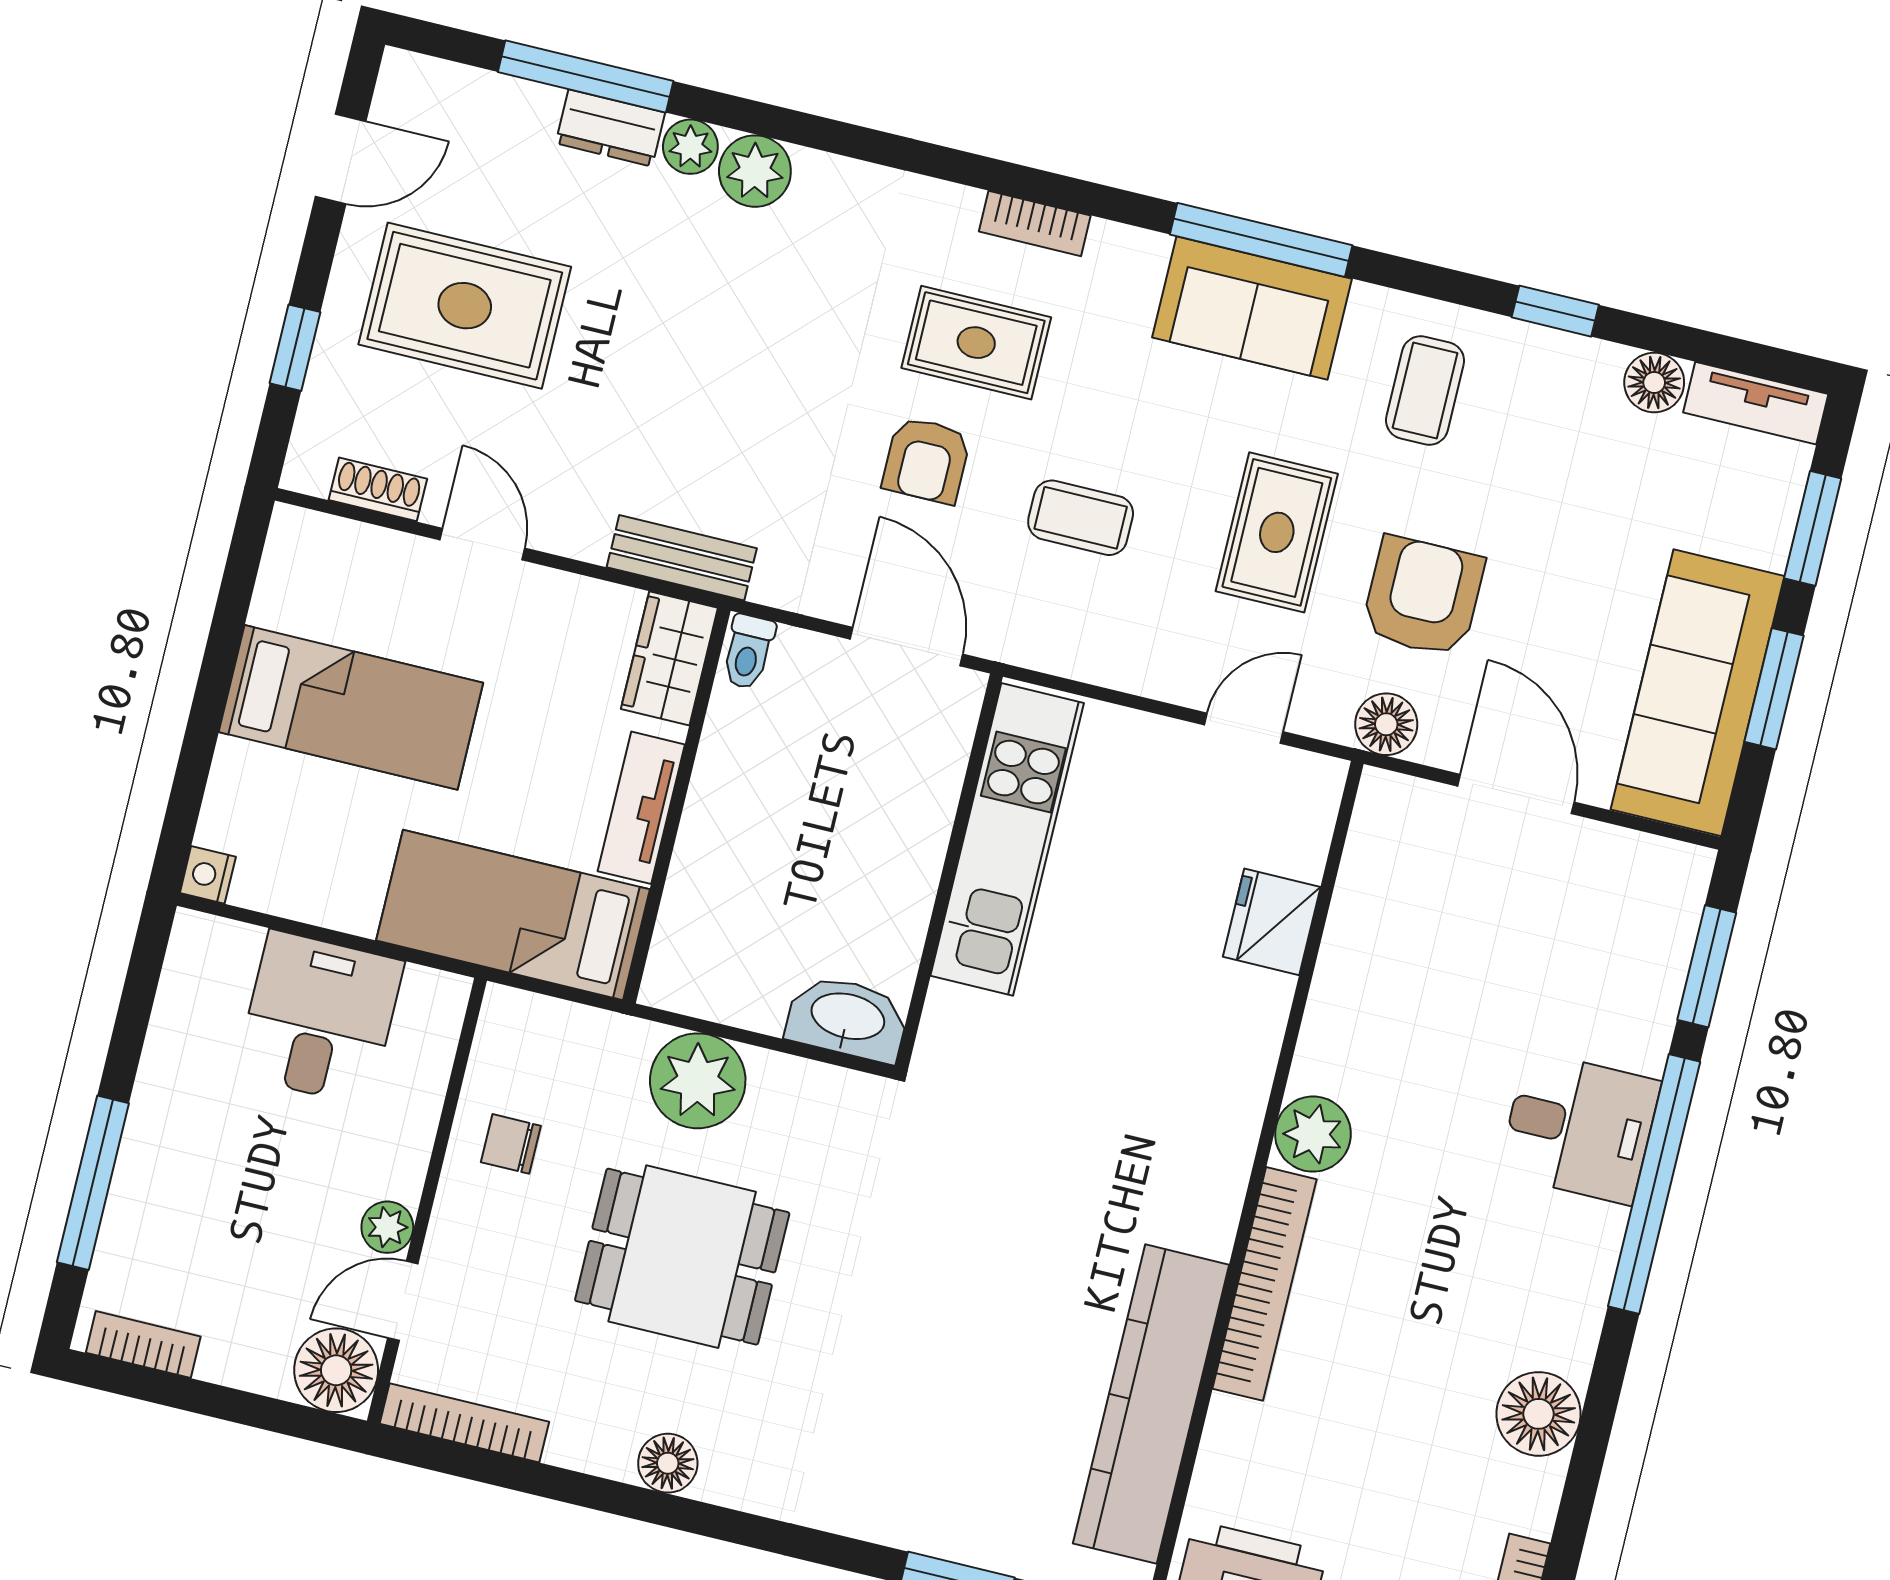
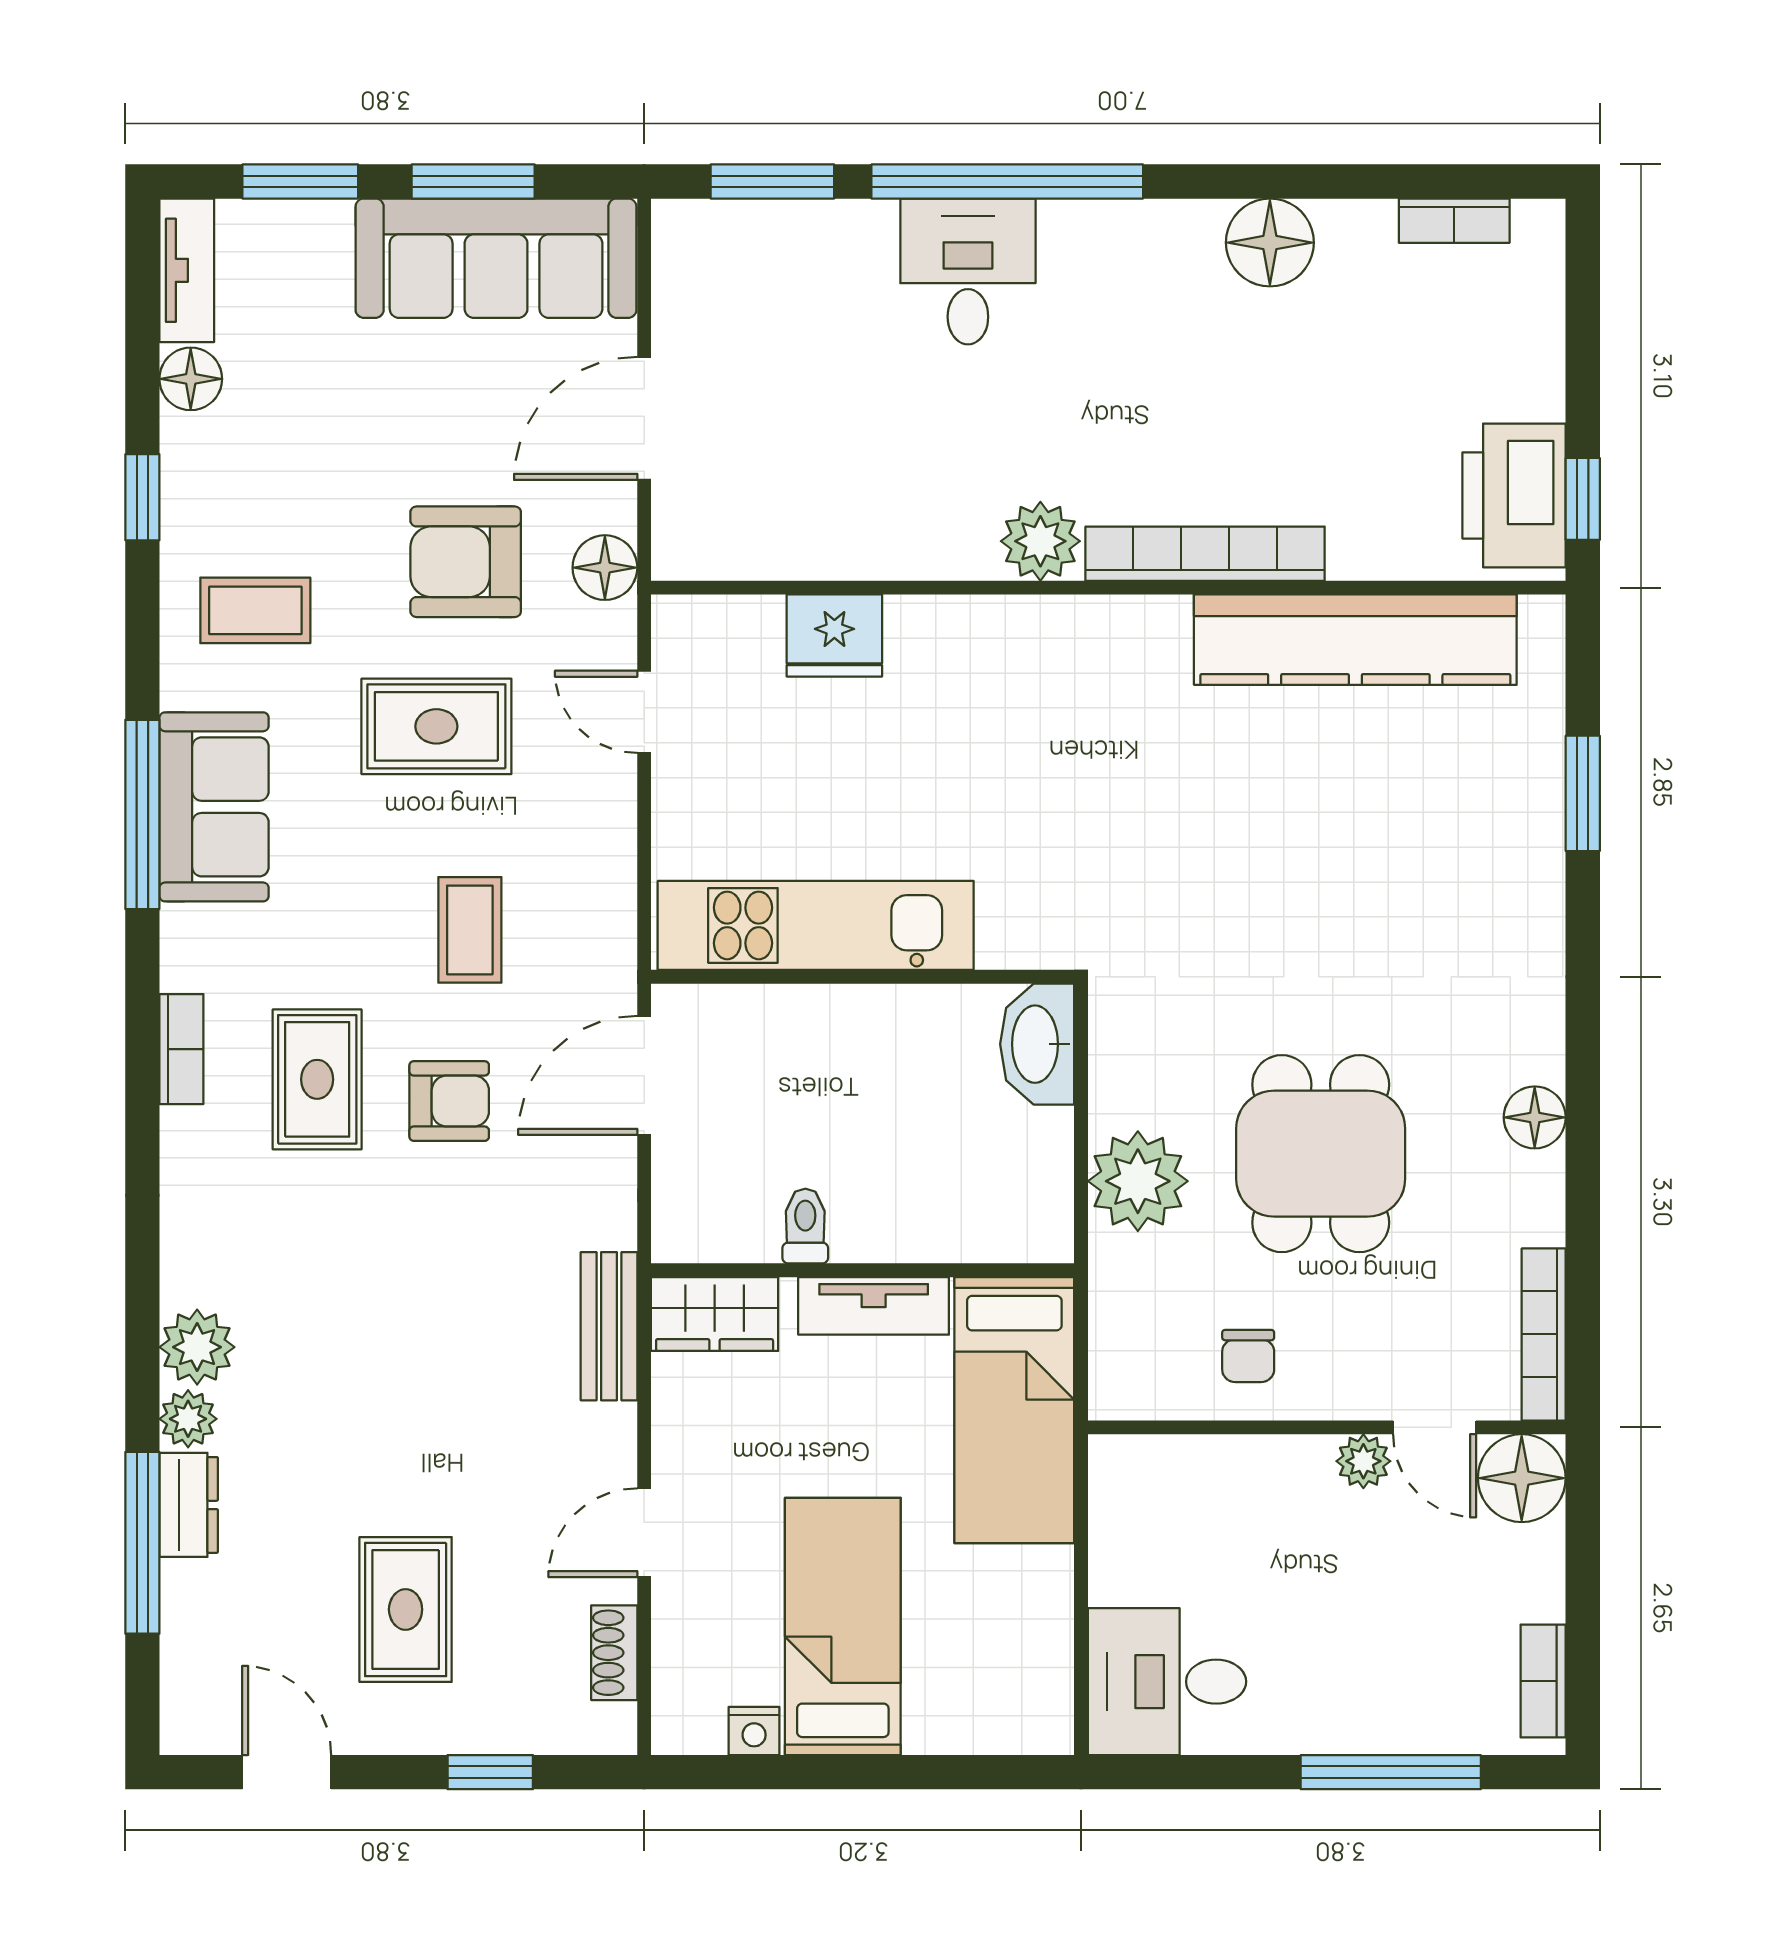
rug: (465, 306) -> (406, 1609), width x0.73, depth x0.70
toilet: (748, 652) -> (805, 1226), moved, turned -90
nightstand: (208, 875) -> (754, 1731), moved
desk: (320, 1018) -> (1167, 1682), moved

